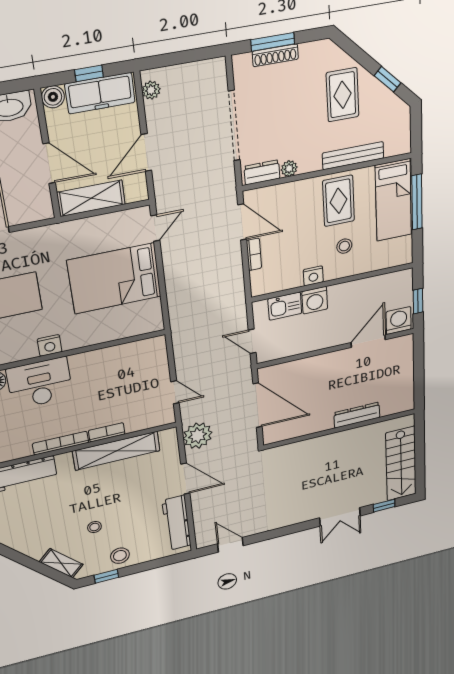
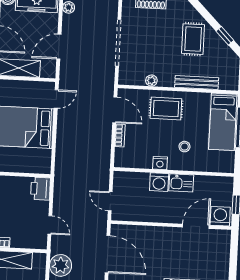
dresser: (262, 172) -> (133, 79), removed
rug: (339, 201) -> (166, 109), moved, turned 90
kitchen sink: (285, 306) -> (181, 183), moved
printer: (154, 351) -> (41, 189), added

